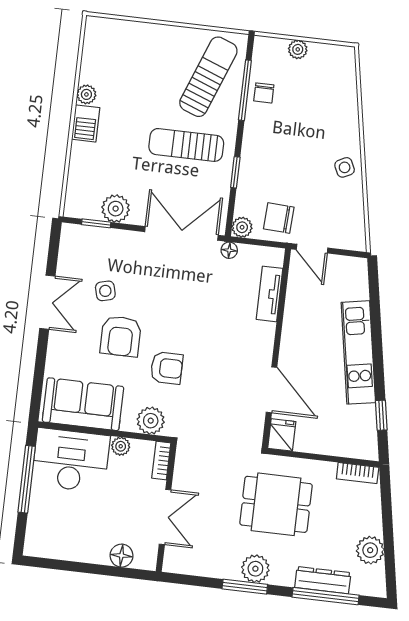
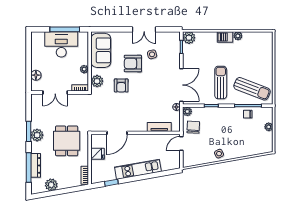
plant: (116, 209) -> (189, 38), moved
fridge: (282, 435) -> (98, 154), moved
desk: (71, 460) -> (61, 44), moved, turned -90

